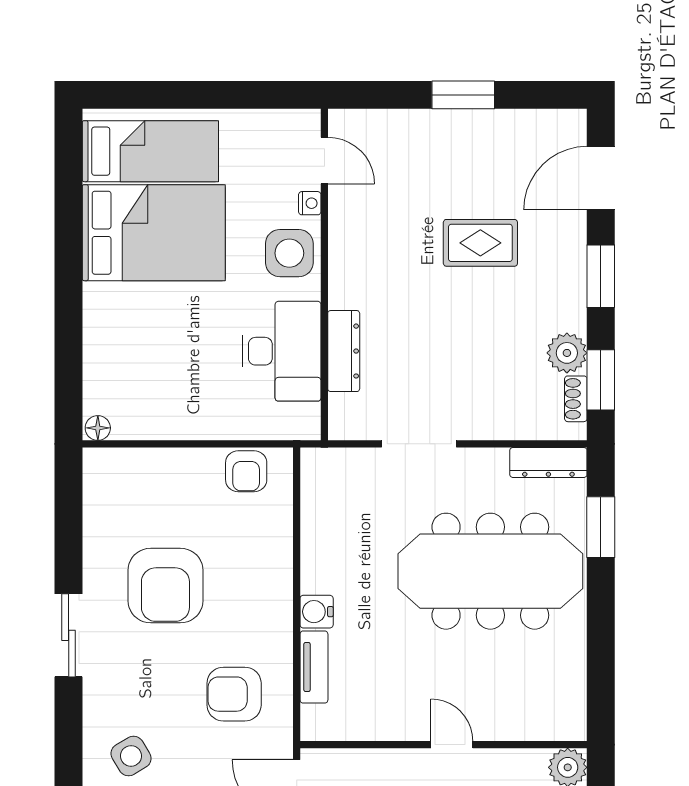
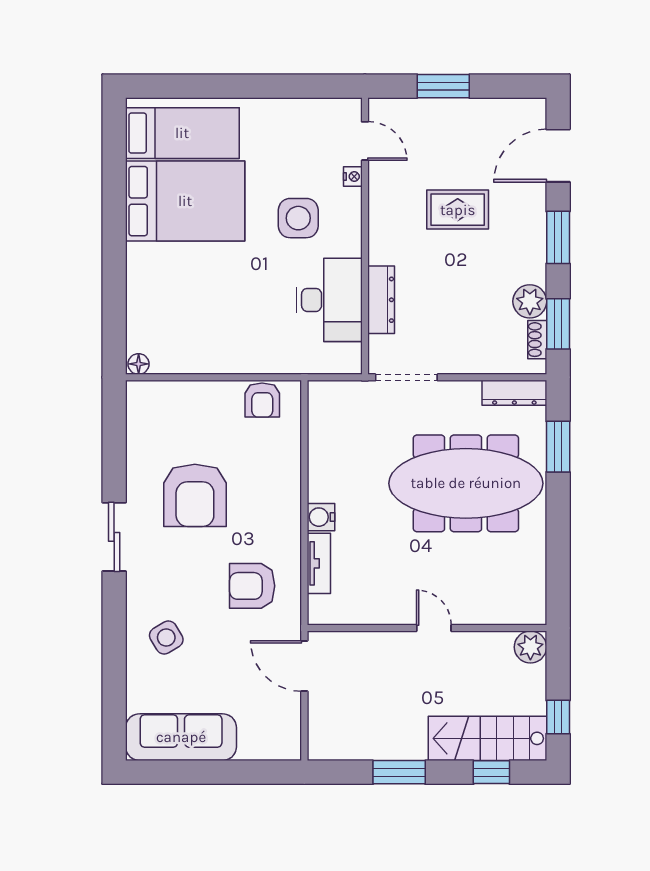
door: (324, 161) -> (365, 141), moved
nightstand: (310, 203) -> (353, 176), moved
wall: (324, 275) -> (365, 236), moved
desk: (282, 351) -> (329, 300), moved
dresser: (344, 351) -> (381, 300), moved

